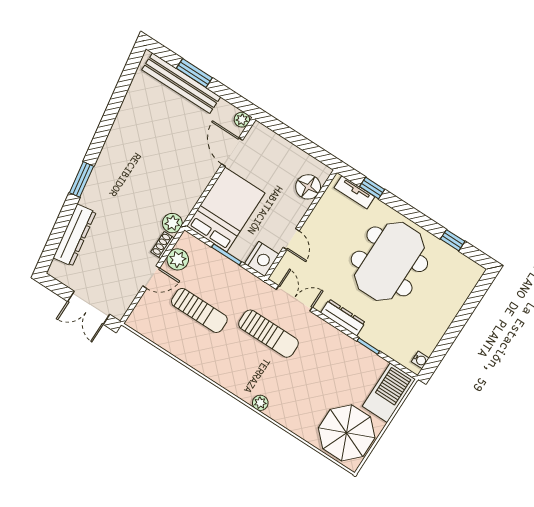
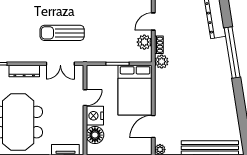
door: (232, 152) -> (153, 127), swing flipped
window: (81, 179) -> (232, 53), width x2.11
door: (291, 239) -> (85, 98), swing flipped
nightstand: (262, 259) -> (95, 116), moved
sun lounger: (199, 310) -> (112, 20), removed

